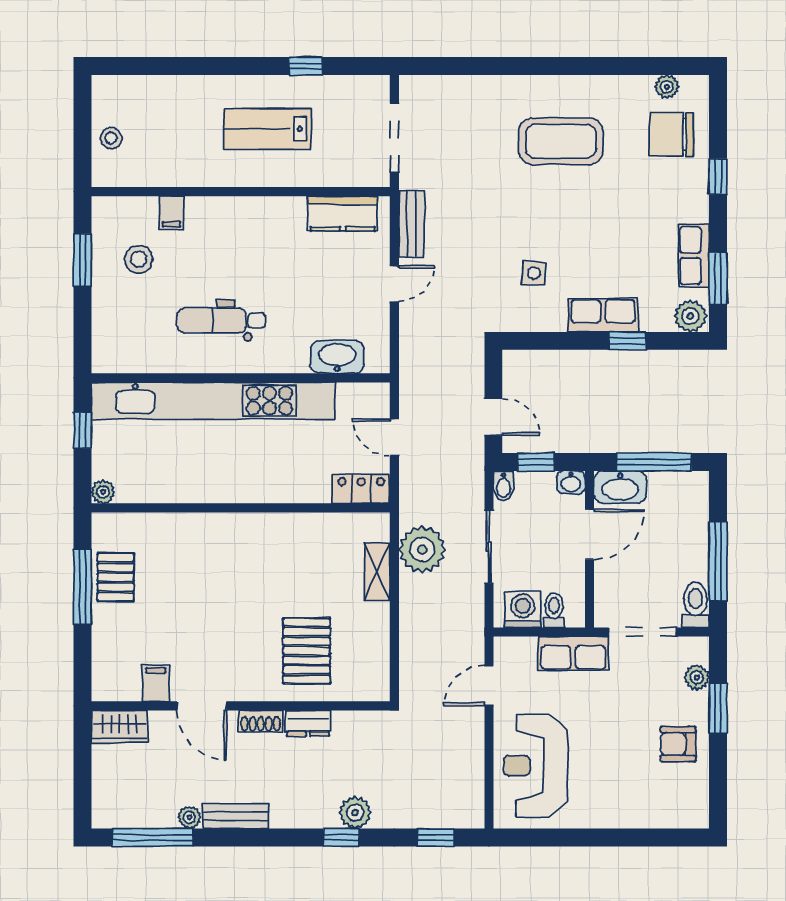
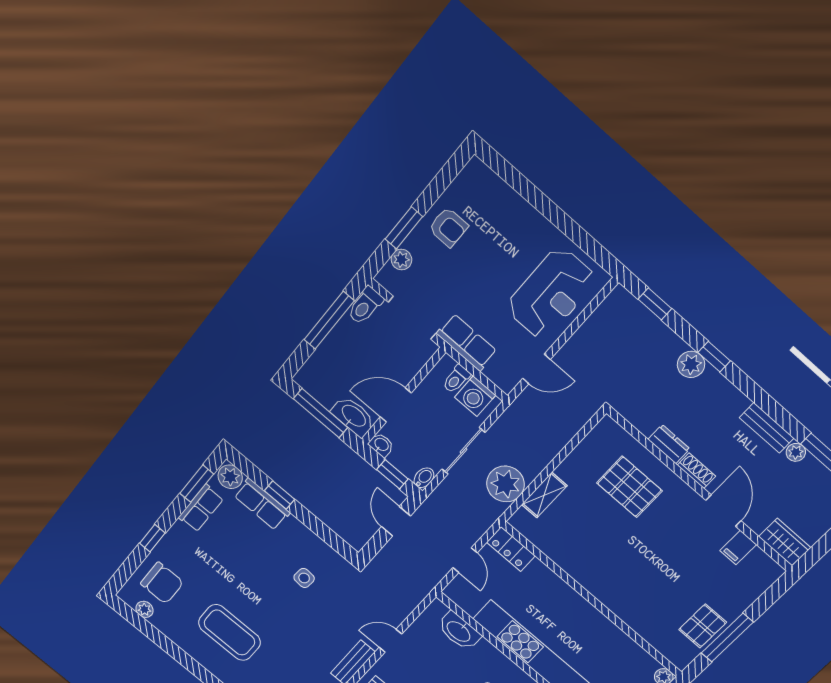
row of seats: (603, 315) -> (262, 504), moved
pallet: (307, 651) -> (629, 487), turned 90

